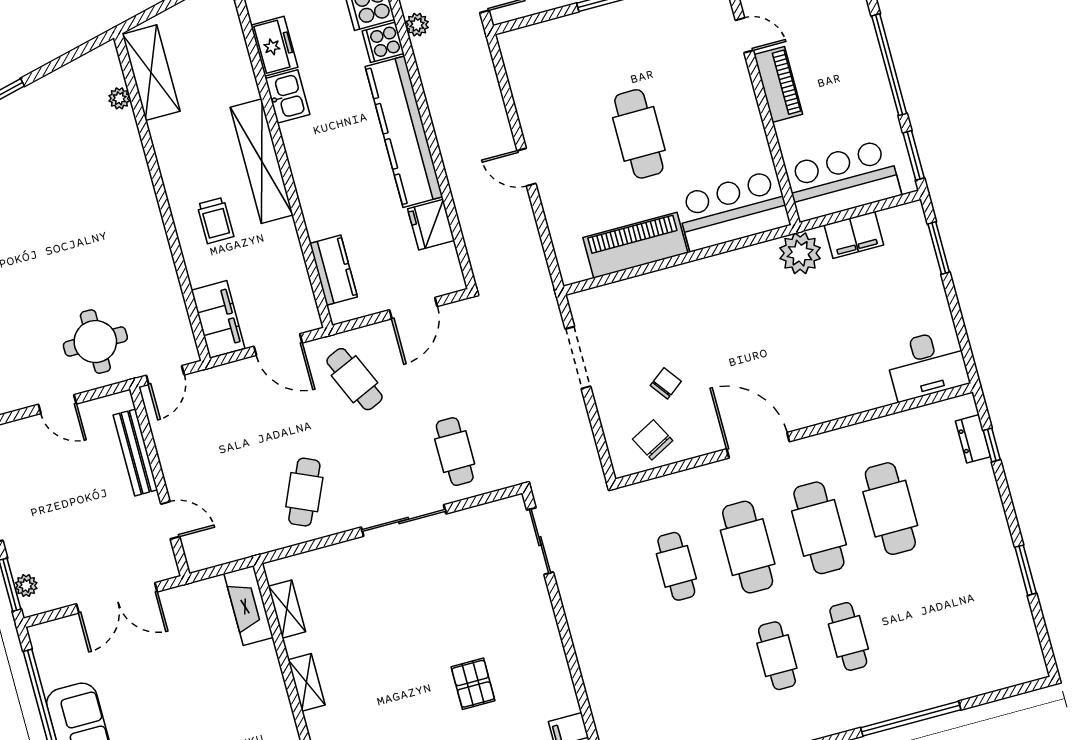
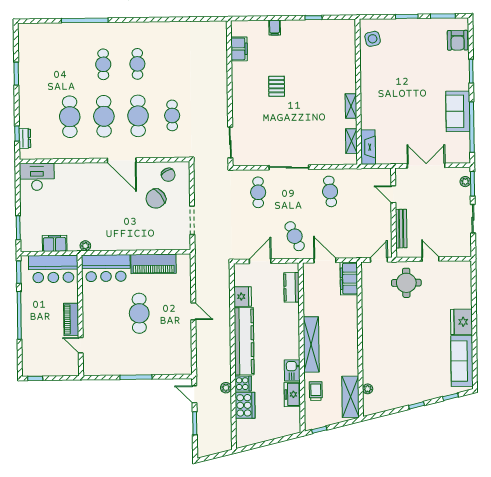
trolley: (215, 220) -> (316, 391), moved
plant: (800, 253) -> (85, 246), width x0.53, depth x0.53
chair: (666, 383) -> (156, 199), width x1.87, depth x1.87
cafe table: (304, 492) -> (330, 191), turned -30

